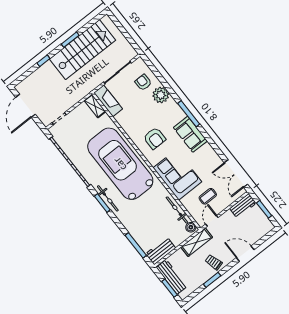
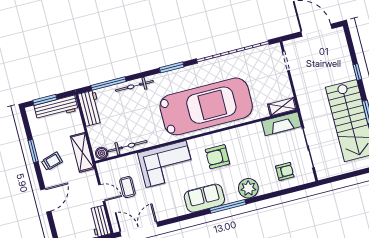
plant: (161, 95) -> (248, 188), moved
bicycle: (108, 198) -> (134, 86), moved
door: (212, 221) -> (102, 193), moved

